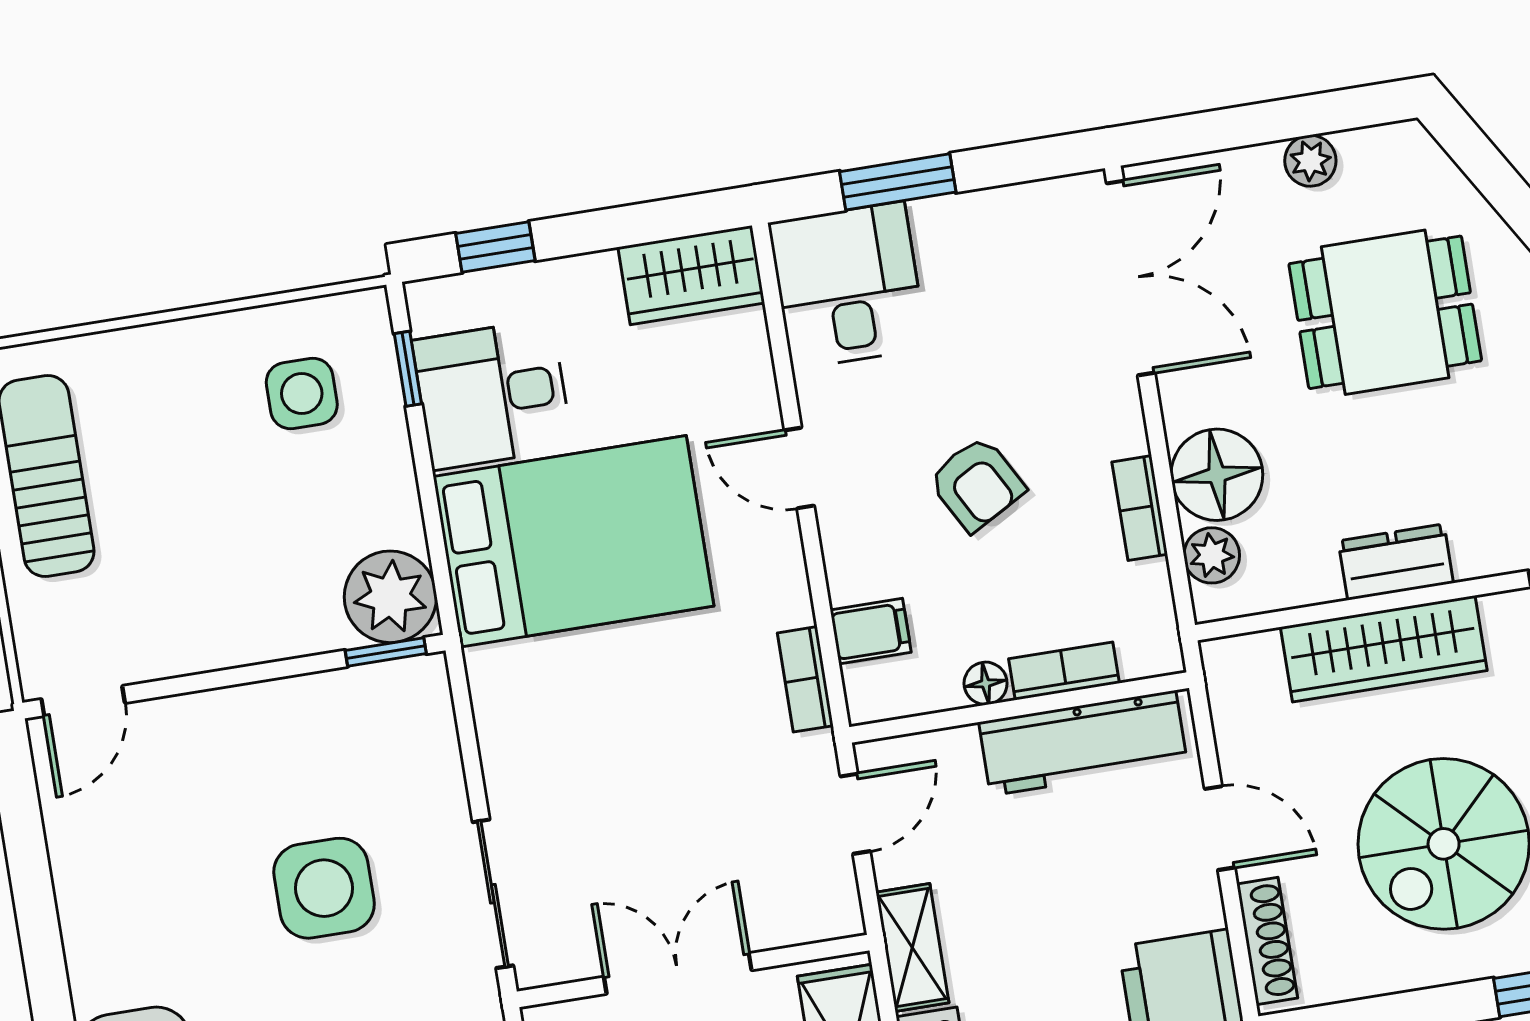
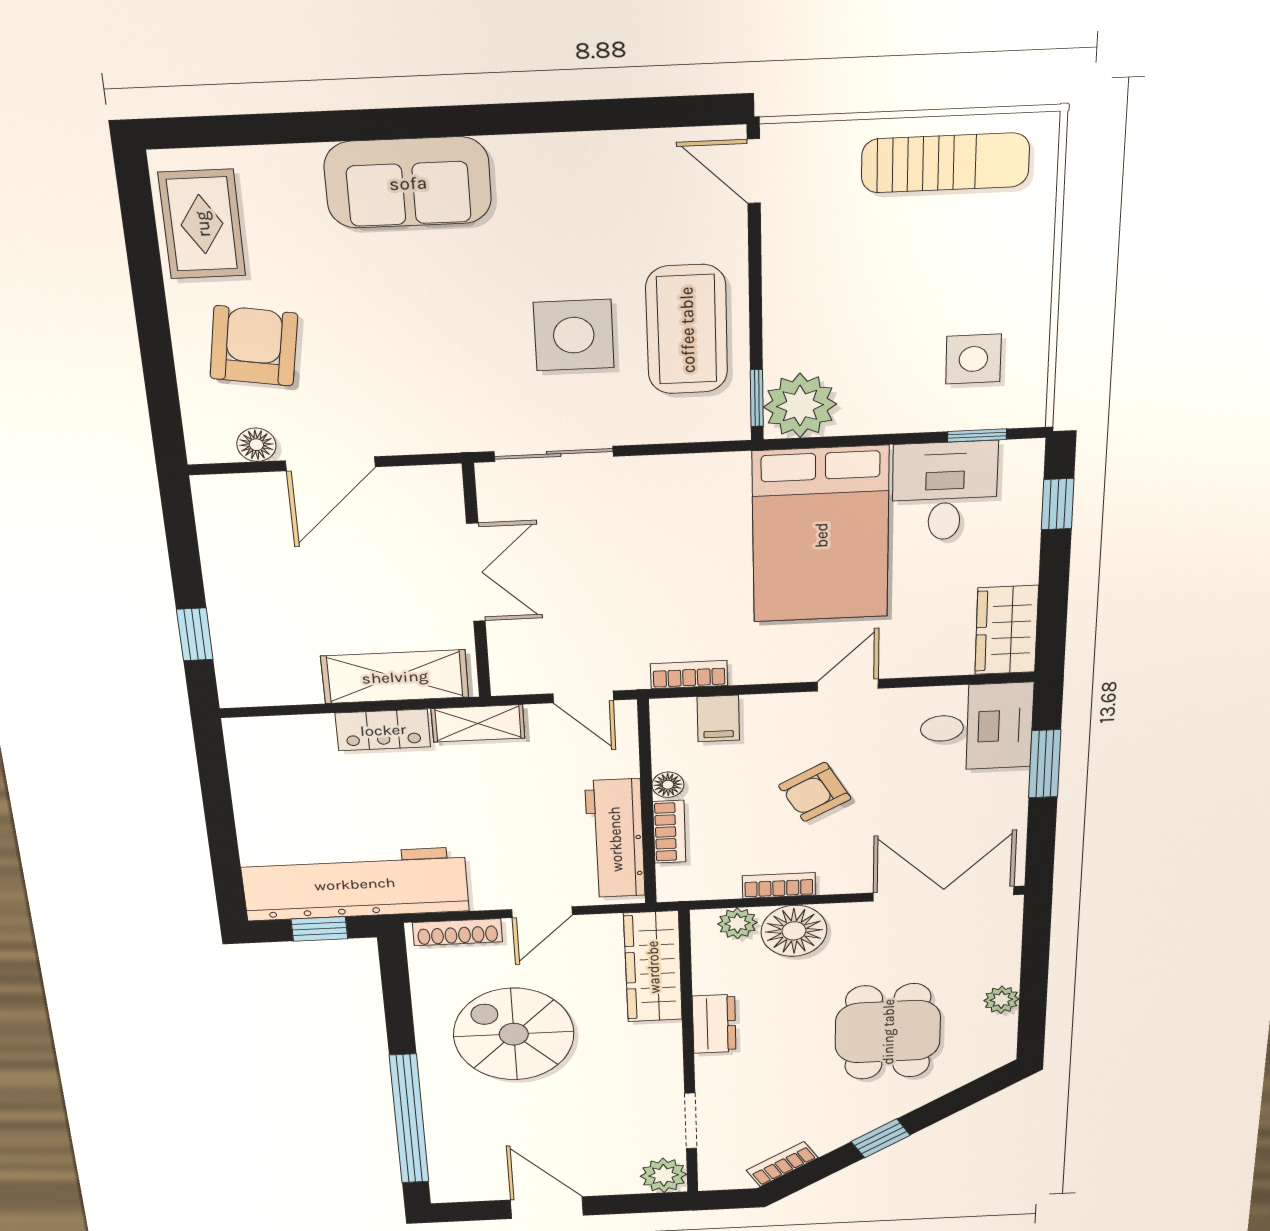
double door: (1131, 278) -> (944, 894), swing flipped
wardrobe: (1384, 649) -> (653, 967), moved
coffee table: (301, 752) -> (687, 330), added

